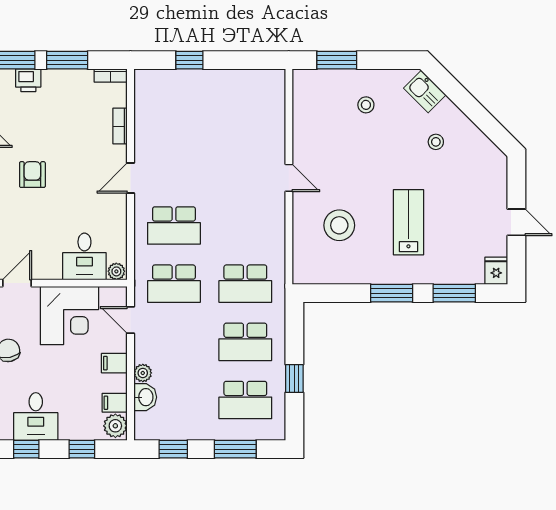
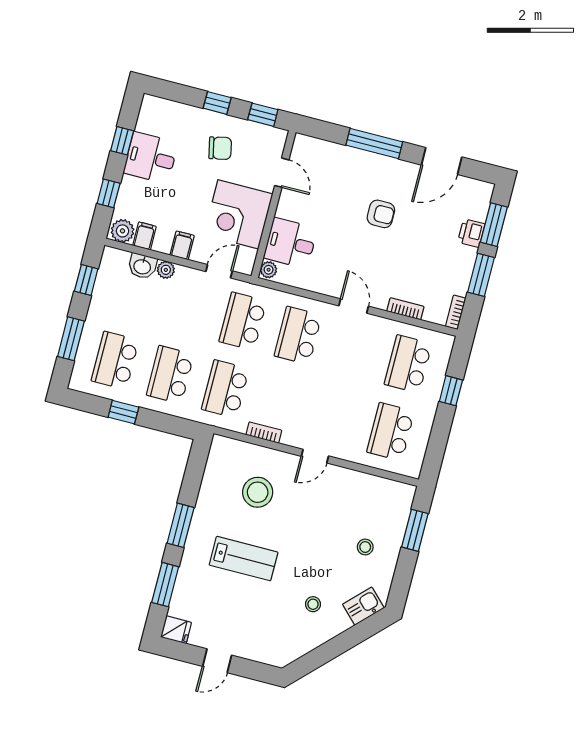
school desk: (174, 109) -> (408, 364), added
school desk: (245, 109) -> (391, 432), added
bookcase: (279, 234) -> (264, 433), added

